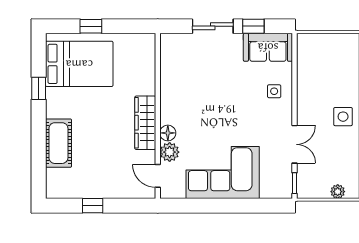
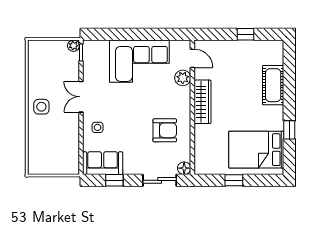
window: (91, 26) -> (234, 180), moved
sliding door: (213, 26) -> (160, 180), moved
armchair: (192, 88) -> (165, 130), added
floor lamp: (168, 133) -> (184, 168), moved
double door: (294, 144) -> (81, 97), moved
plant: (338, 192) -> (73, 46), moved

